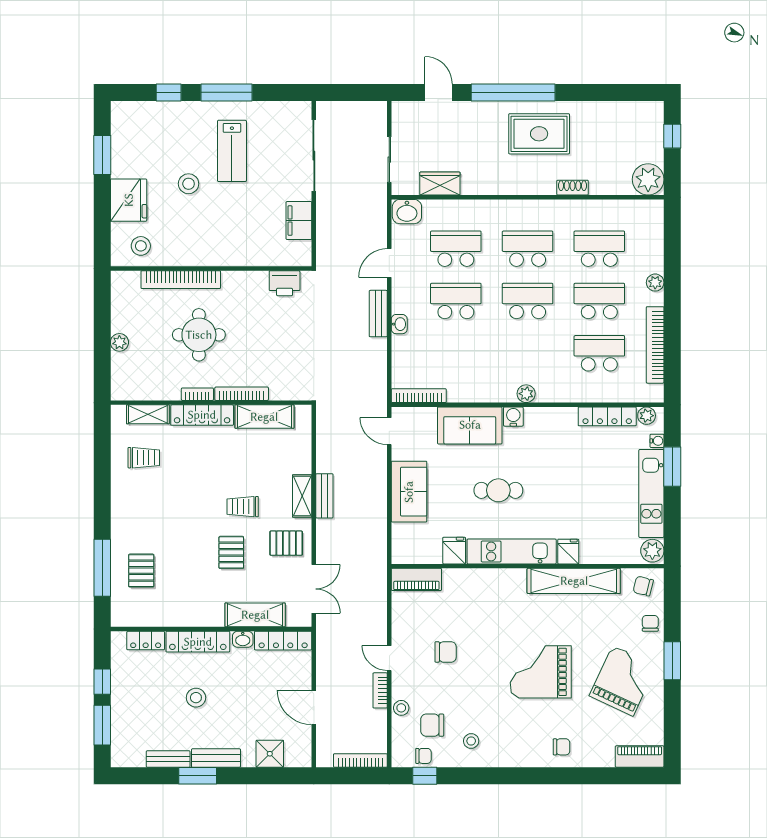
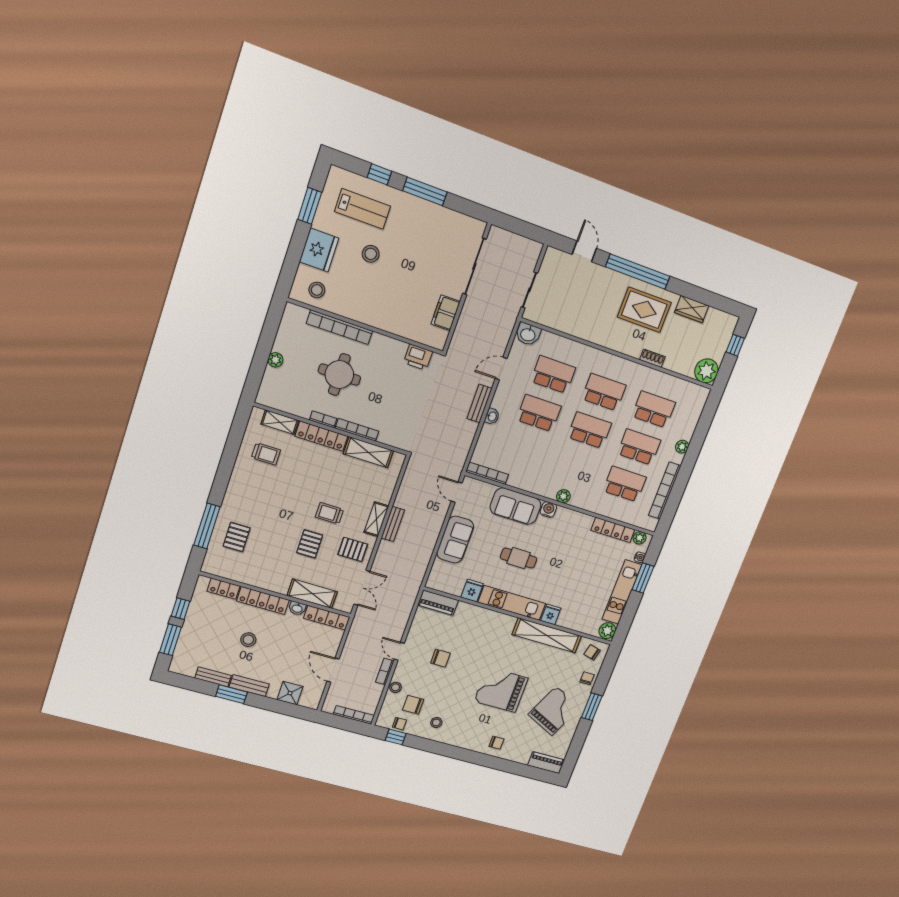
lab bench: (232, 151) -> (362, 209), moved, turned -90
wardrobe: (440, 184) -> (692, 309), moved, turned 180

